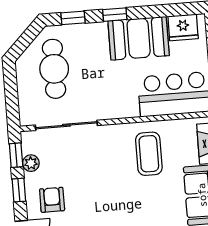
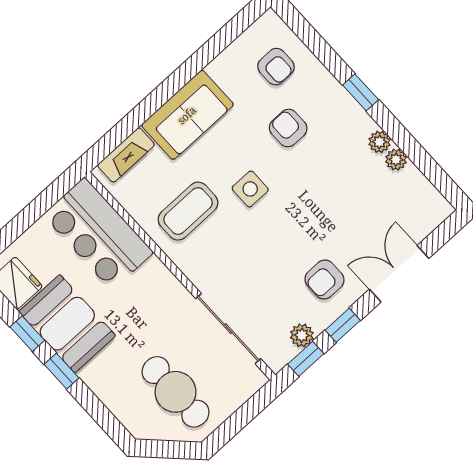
window: (73, 18) -> (27, 334), moved
cafe table: (54, 69) -> (176, 392), turned 90
side table: (134, 198) -> (250, 189), added

